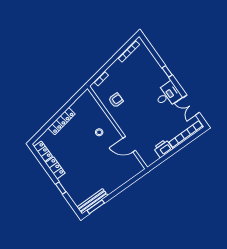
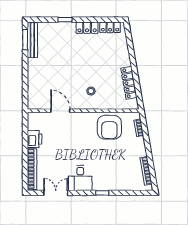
armchair: (116, 100) -> (109, 127), width x1.88, depth x1.88
locker: (62, 121) -> (129, 83), moved
door: (129, 144) -> (60, 111), hinge flipped

